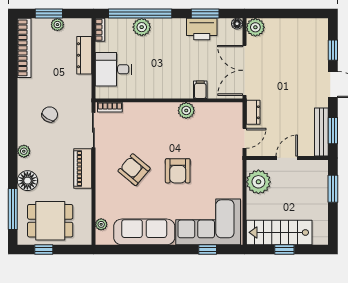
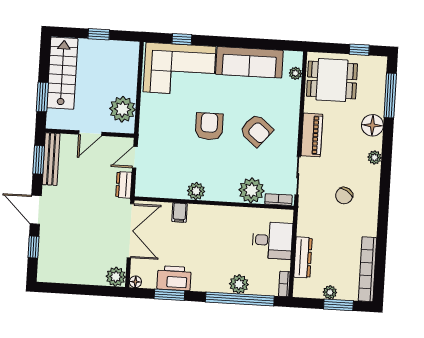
plant: (135, 114) -> (251, 190), added
dining table: (50, 221) -> (332, 80), moved
stairs: (279, 232) -> (62, 73), moved, turned -90

